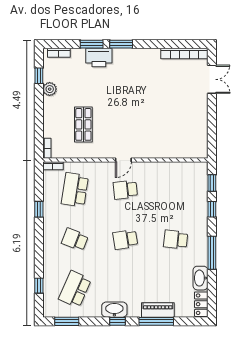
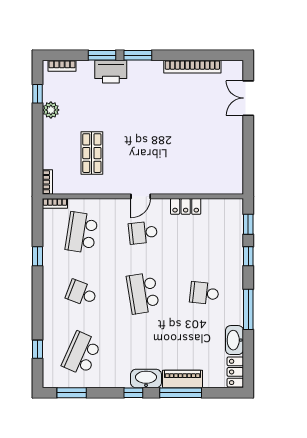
bookcase: (184, 54) -> (192, 67), moved
double door: (212, 79) -> (248, 98), swing flipped
locker: (160, 168) -> (186, 206), added
school desk: (125, 239) -> (143, 293), width x1.85
washbasin: (114, 310) -> (146, 379), moved

